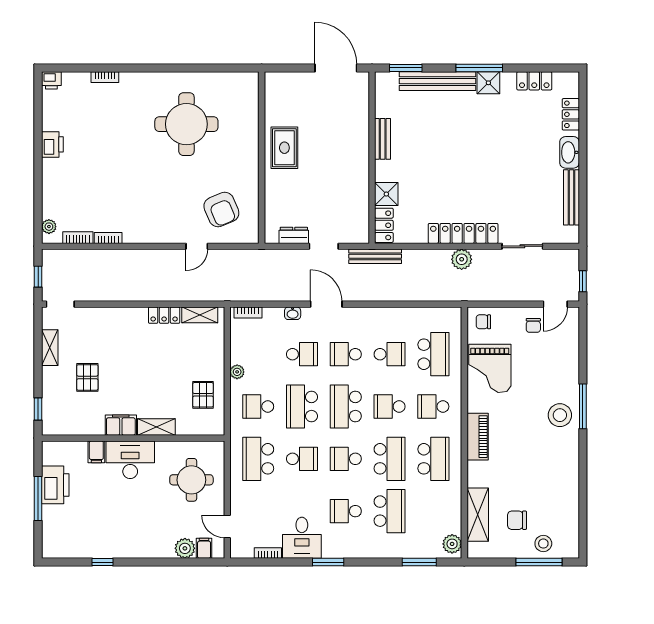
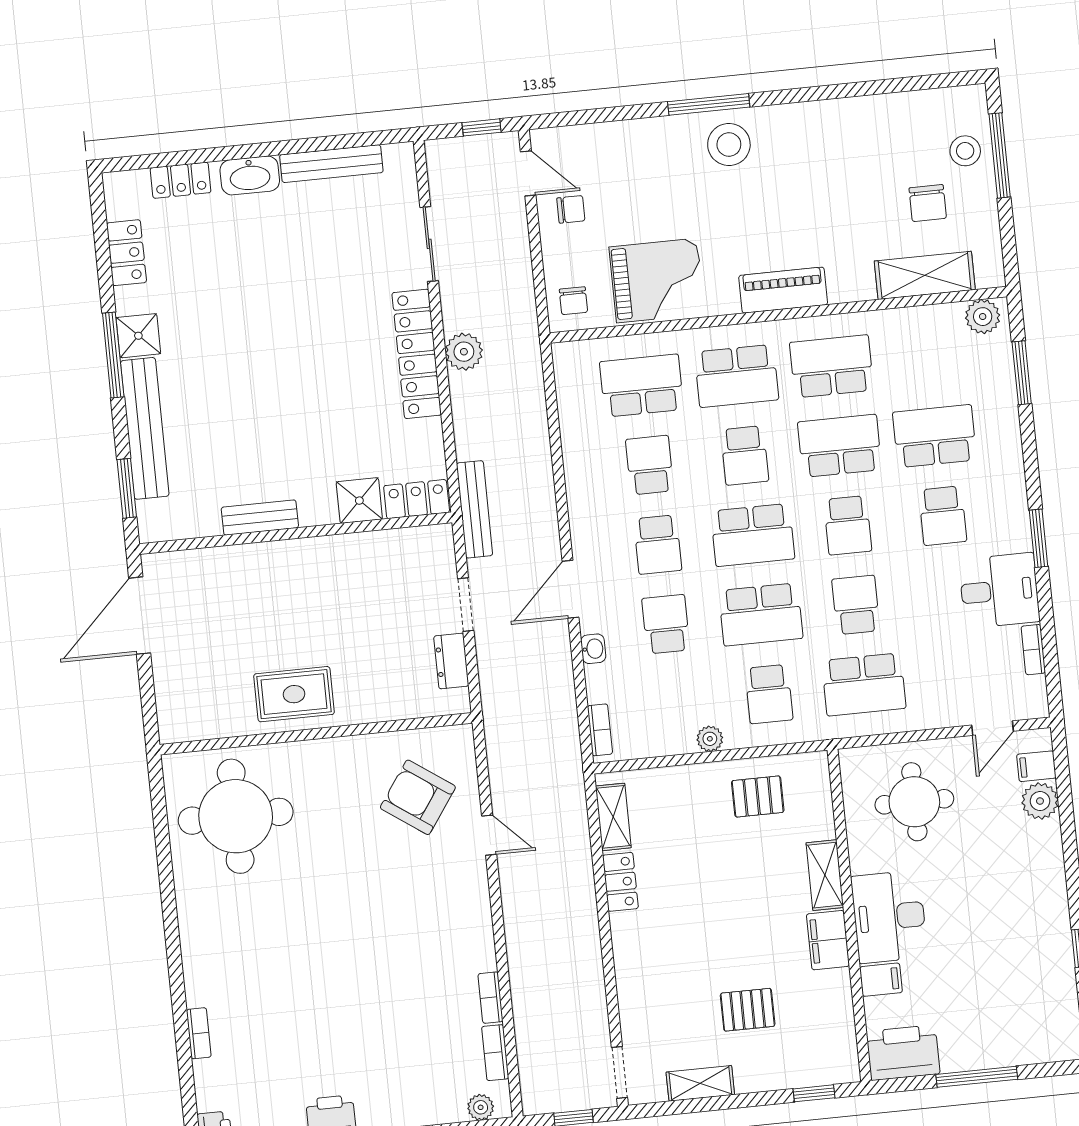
round table: (186, 124) -> (236, 816), moved
armchair: (221, 210) -> (418, 797), turned -122
school desk: (433, 407) -> (737, 376), width x1.85
printer: (55, 485) -> (903, 1053), moved

